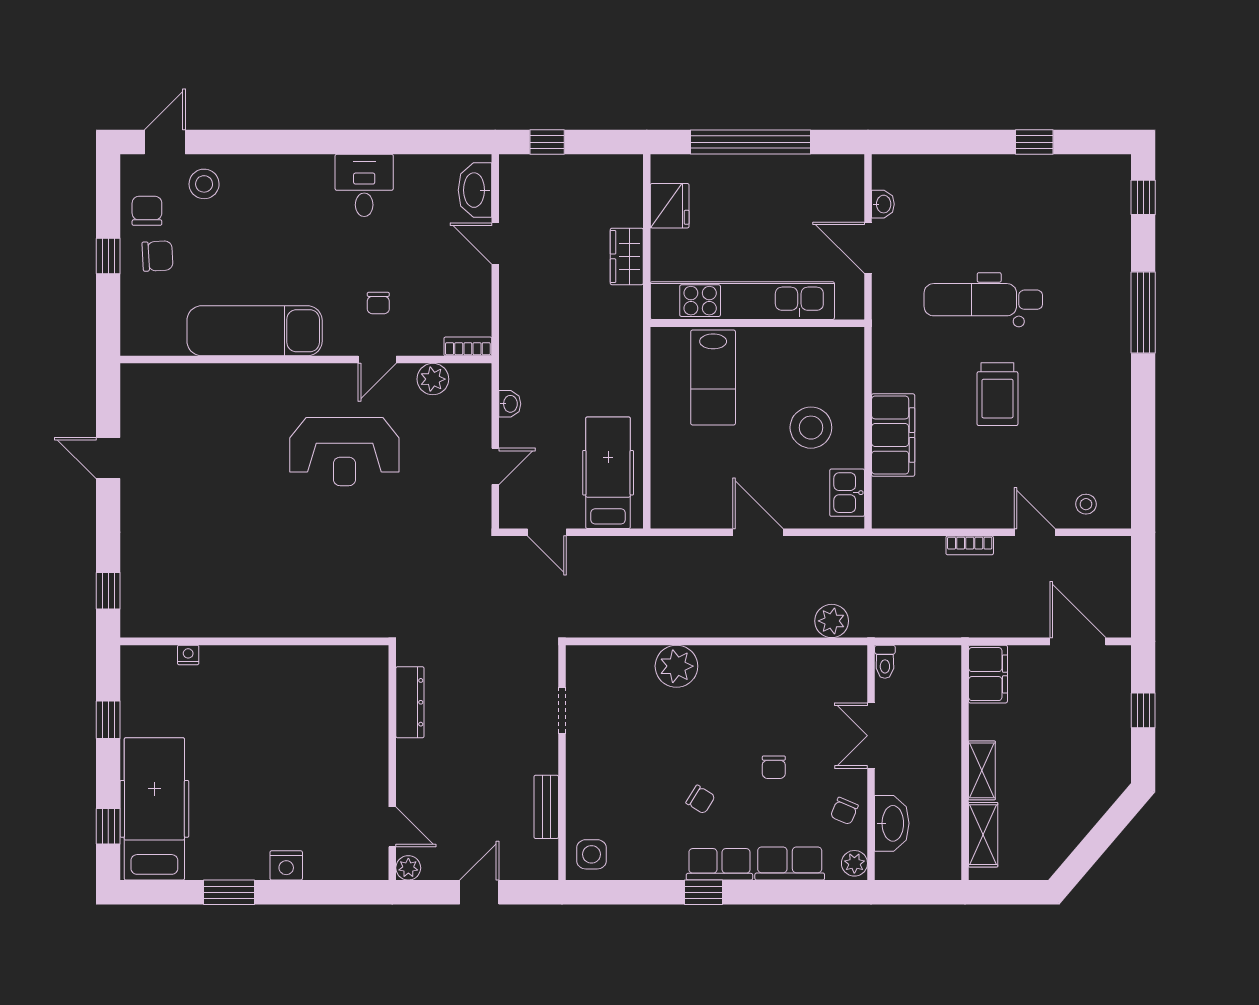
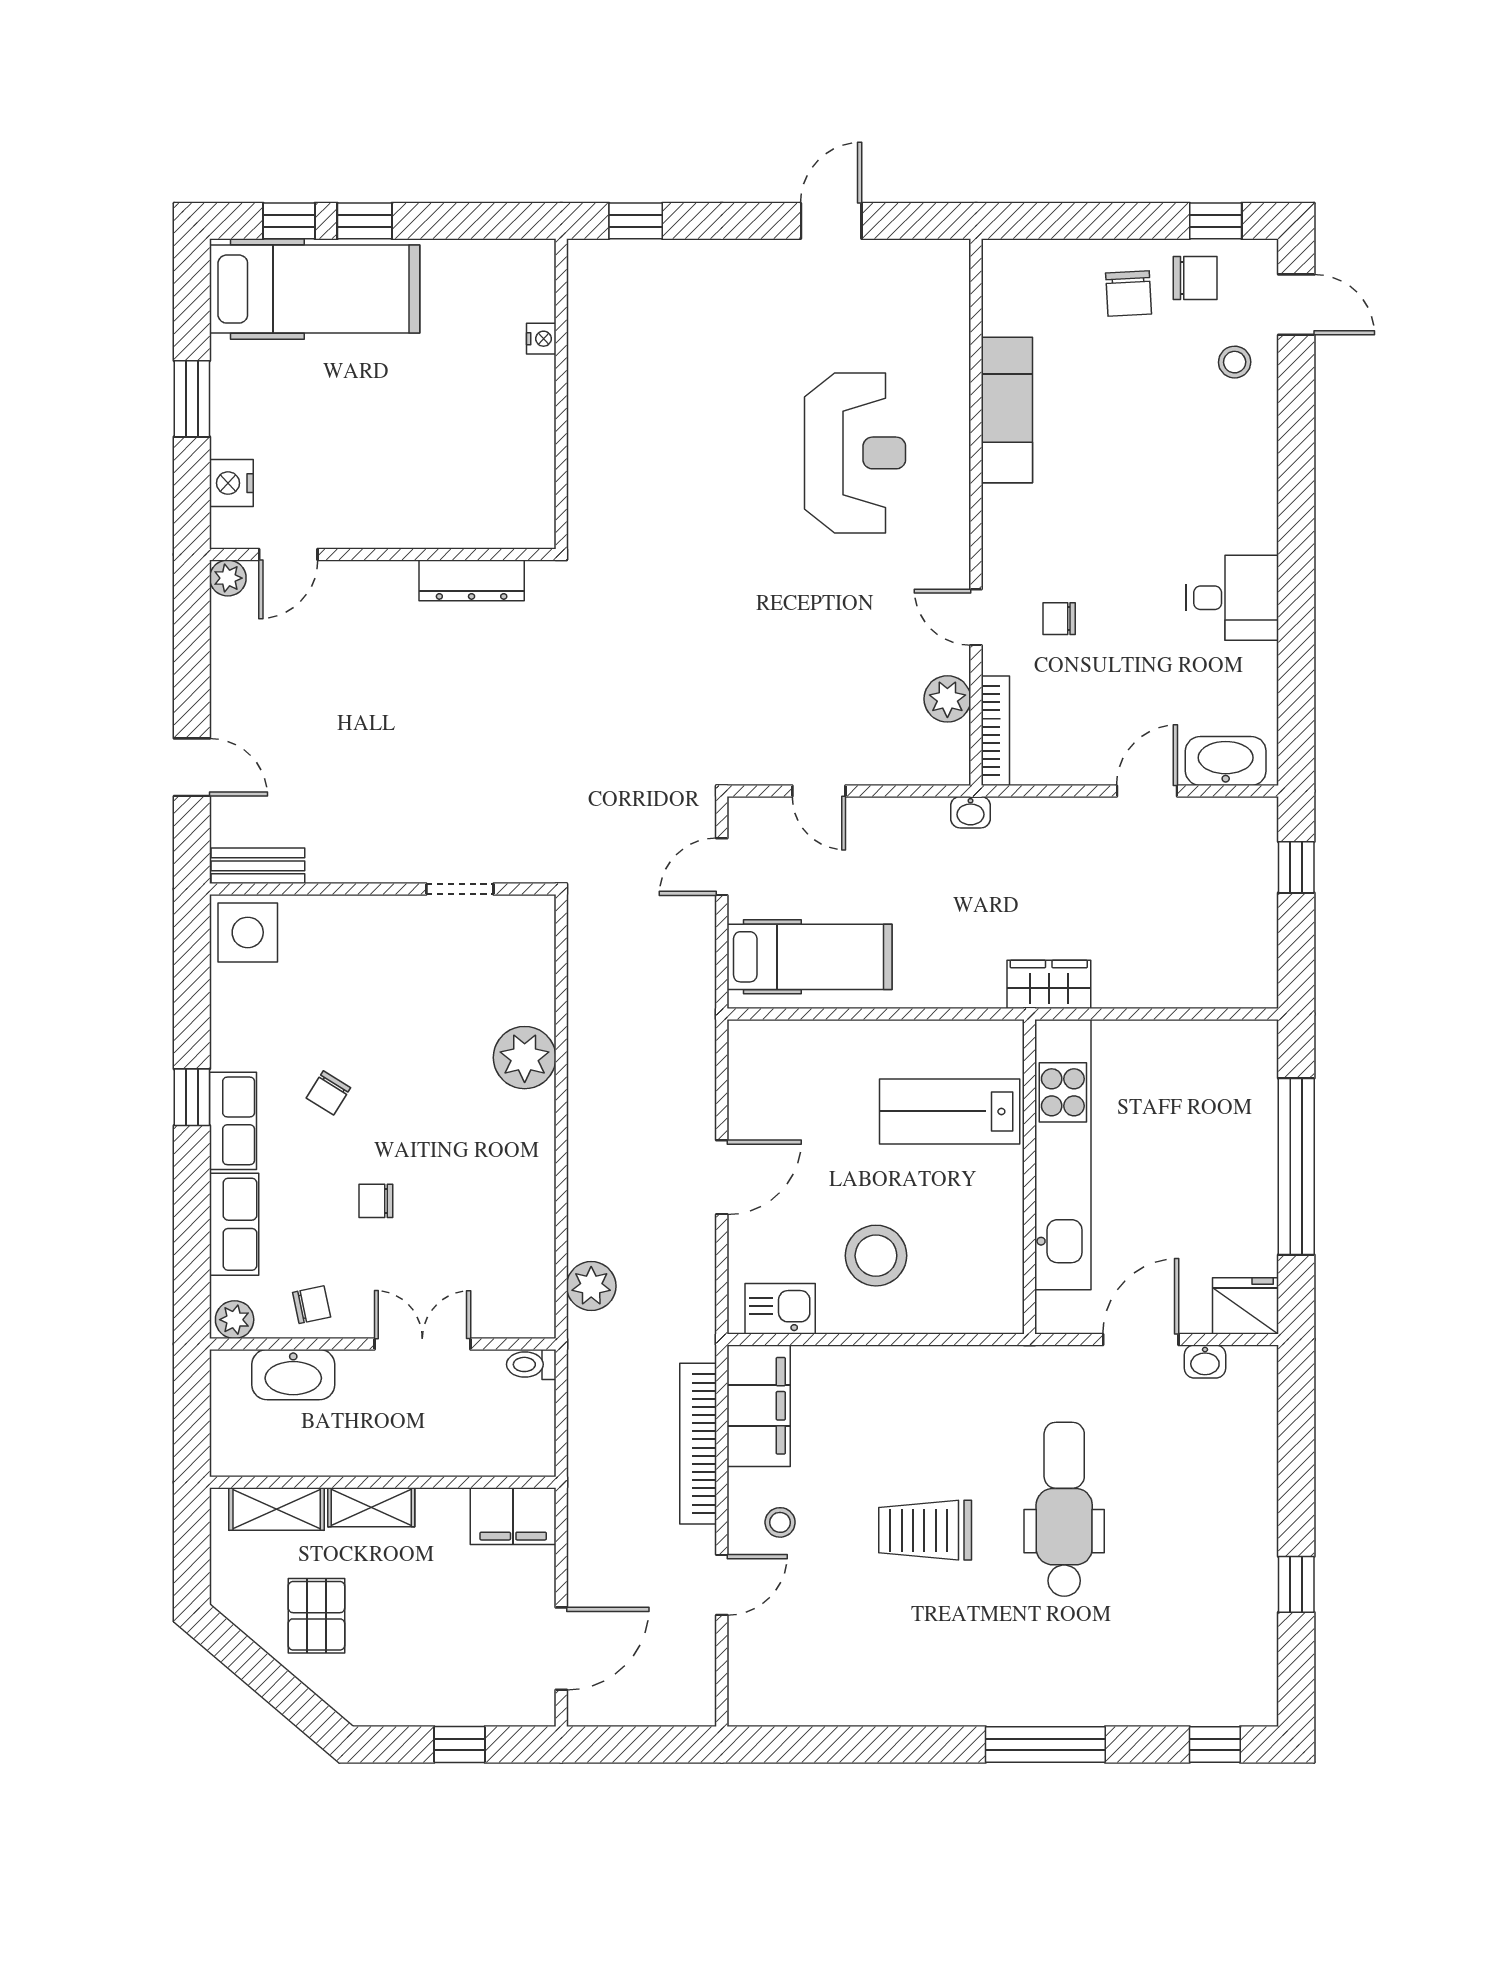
stool: (204, 184) -> (1235, 362), width x0.73, depth x0.73
fridge: (670, 206) -> (1246, 1306), moved, turned 180
window: (108, 256) -> (1216, 221), moved
wardrobe: (627, 256) -> (1049, 984), moved
exam couch: (255, 331) -> (1007, 410), width x0.73, depth x0.69
bookcase: (468, 346) -> (995, 731), width x1.56
washbasin: (510, 404) -> (970, 812), moved
filing cabinet: (893, 435) -> (759, 1406), moved, turned -90
reception desk: (344, 452) -> (855, 453), moved, turned 180
stool: (1086, 504) -> (780, 1522), moved
bookcase: (970, 545) -> (698, 1444), width x2.31, depth x1.31
dresser: (410, 702) -> (472, 580), moved
window: (108, 720) -> (365, 221), moved
wall: (392, 763) -> (383, 555), moved
bench: (546, 807) -> (258, 866), moved
pallet: (1056, 808) -> (316, 1616), added
chair: (844, 811) -> (312, 1305), turned 145
door: (392, 827) -> (288, 555), moved
side table: (591, 854) -> (248, 932), width x1.37, depth x1.37
plant: (408, 868) -> (228, 578), moved

